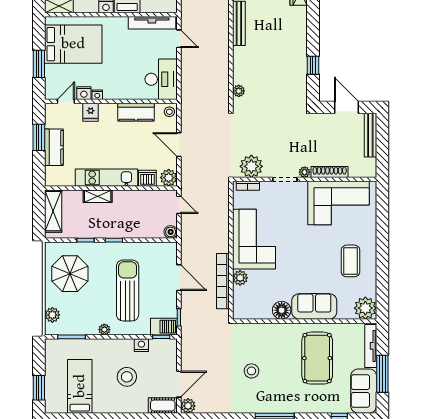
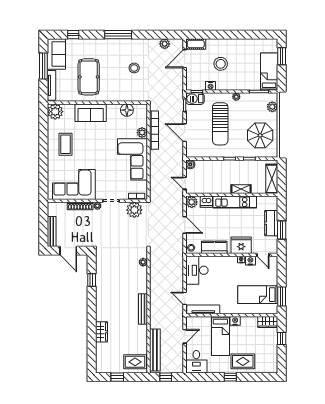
bed: (73, 44) -> (258, 295), width x0.67
window: (39, 64) -> (282, 297), moved
door: (66, 101) -> (263, 255), hinge flipped
fridge: (91, 112) -> (241, 245), width x1.88, depth x1.34
floor lamp: (282, 310) -> (127, 110), moved
bed: (80, 386) -> (269, 72), moved, turned 180
plant: (188, 406) -> (165, 44), moved

